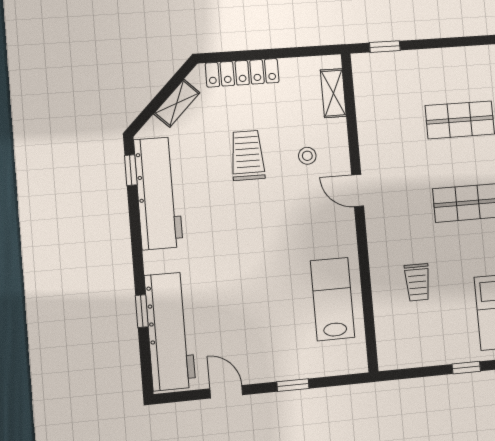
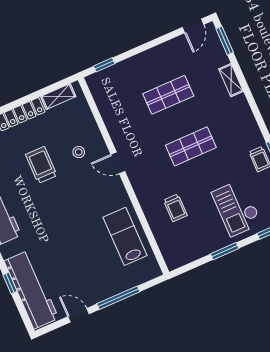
shelving: (333, 93) -> (58, 97), moved, turned 90
window: (466, 368) -> (225, 251), width x1.50
window: (293, 385) -> (118, 298), width x2.17

